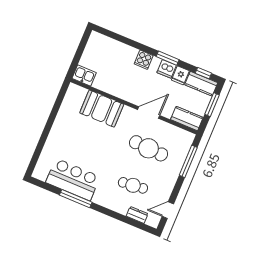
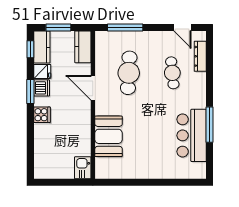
dresser: (137, 215) -> (200, 56), width x1.44

